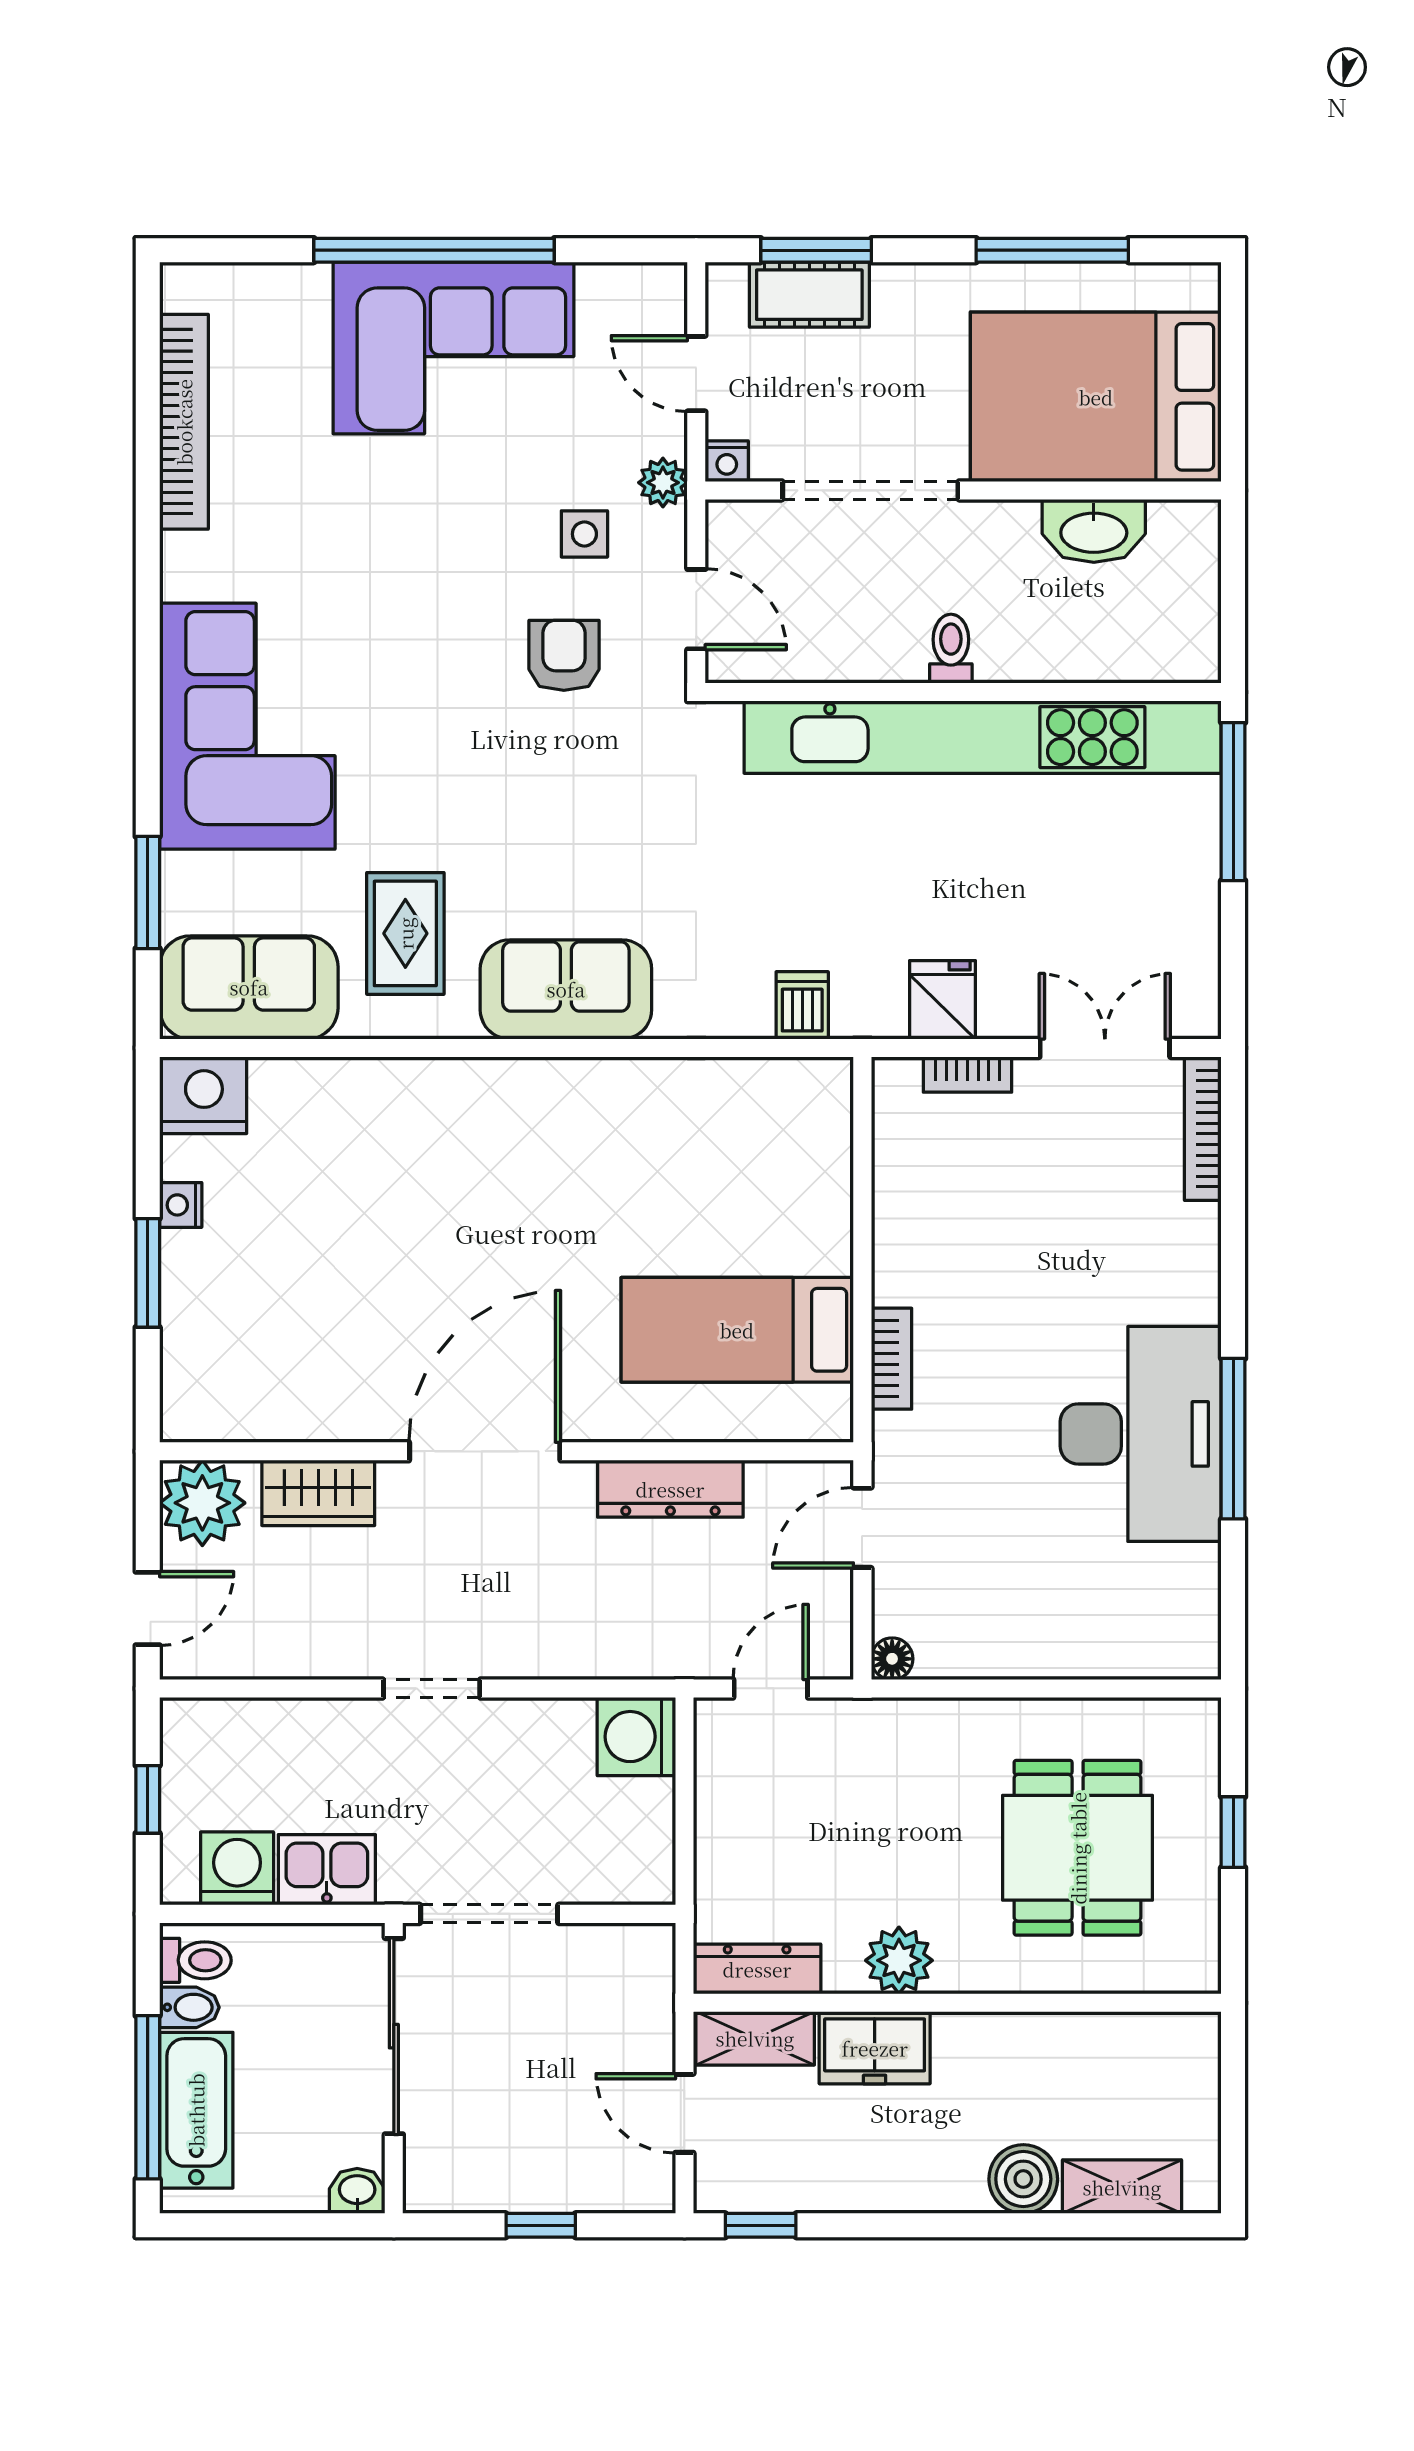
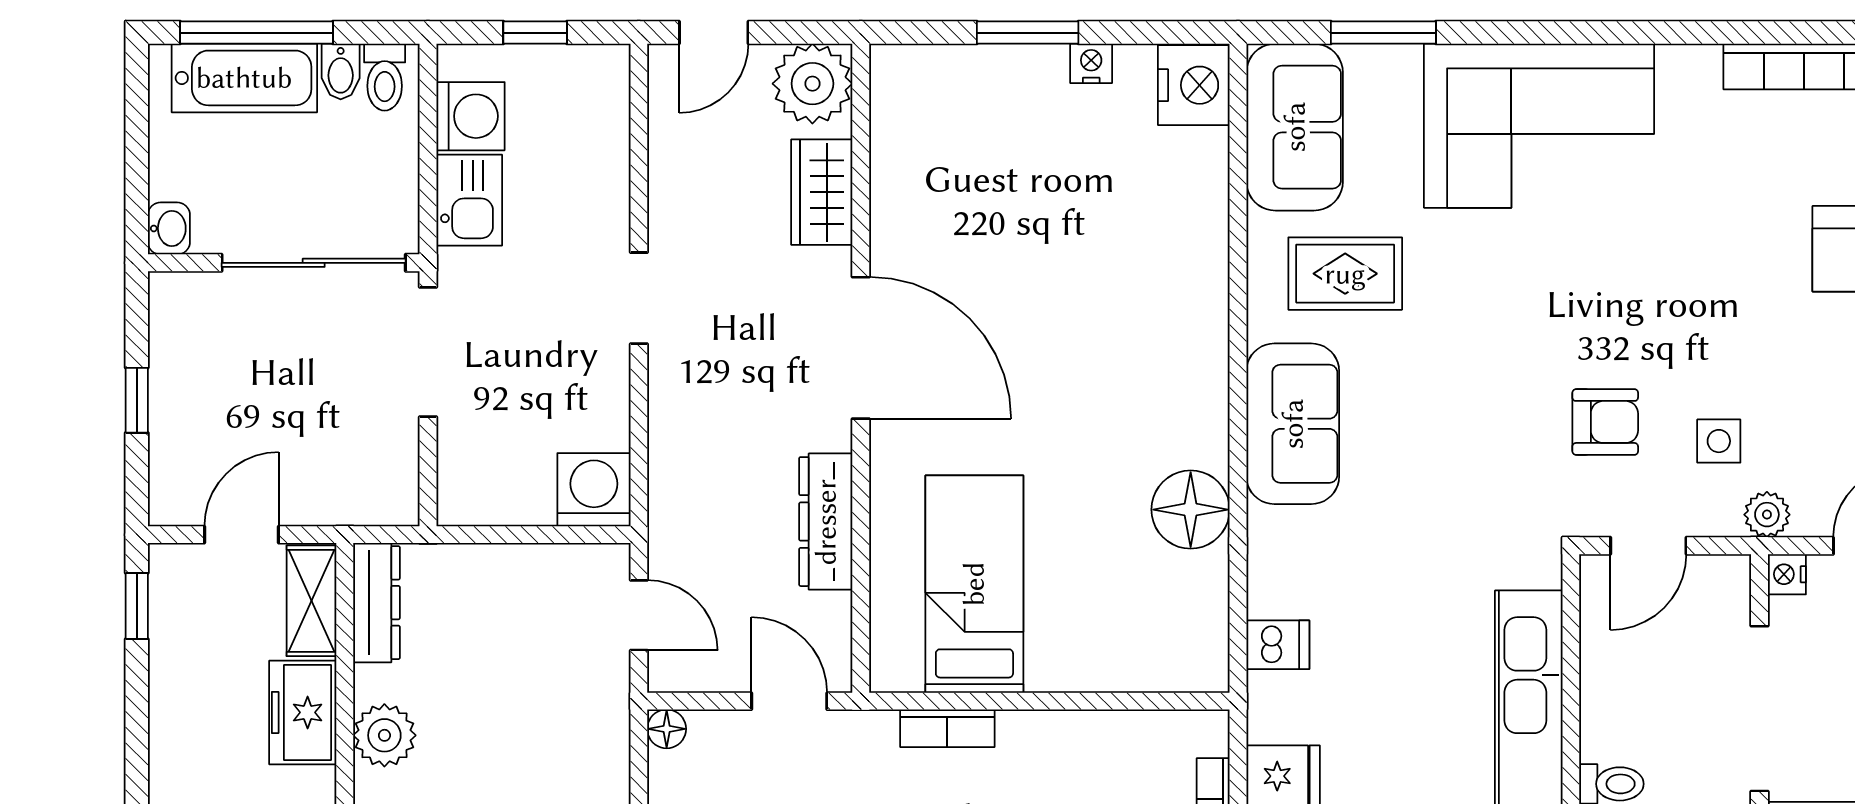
floor lamp: (658, 1099) -> (1191, 510), added
door: (148, 1608) -> (714, 33), hinge flipped

